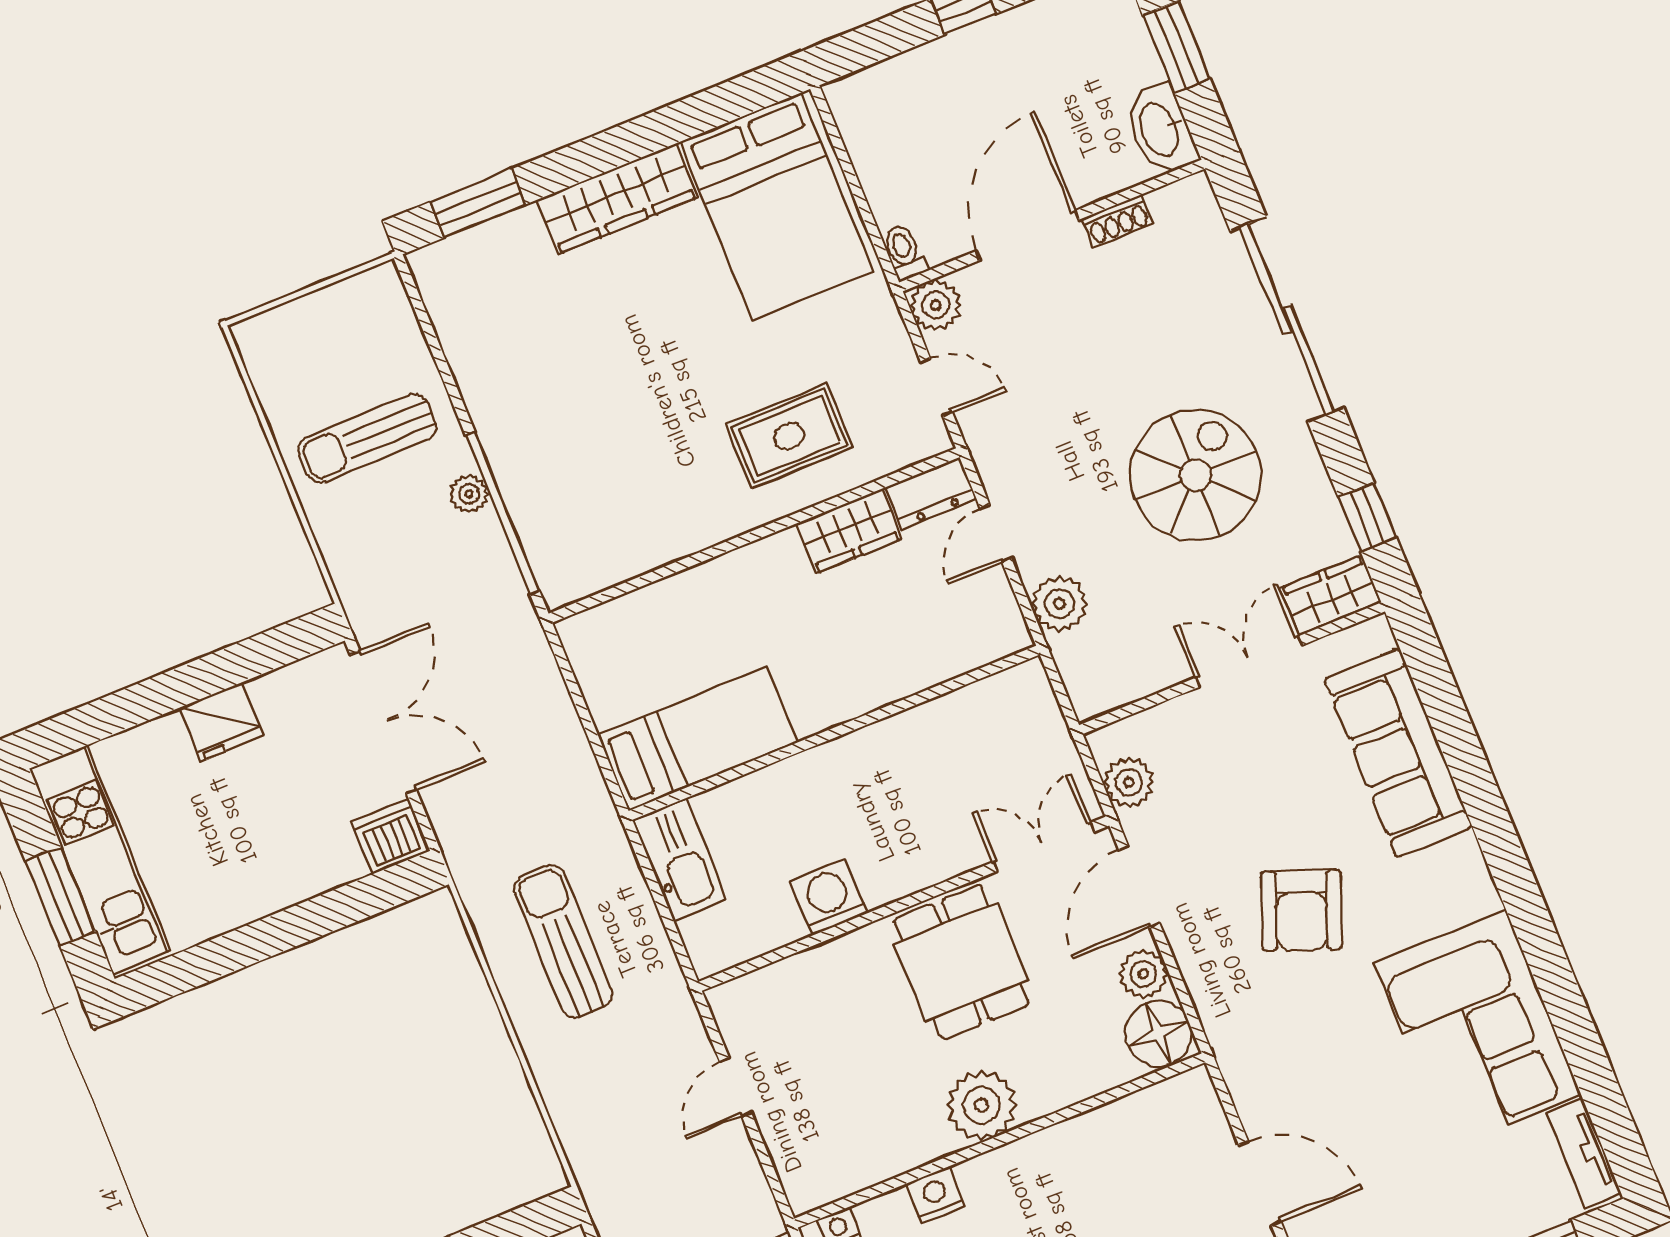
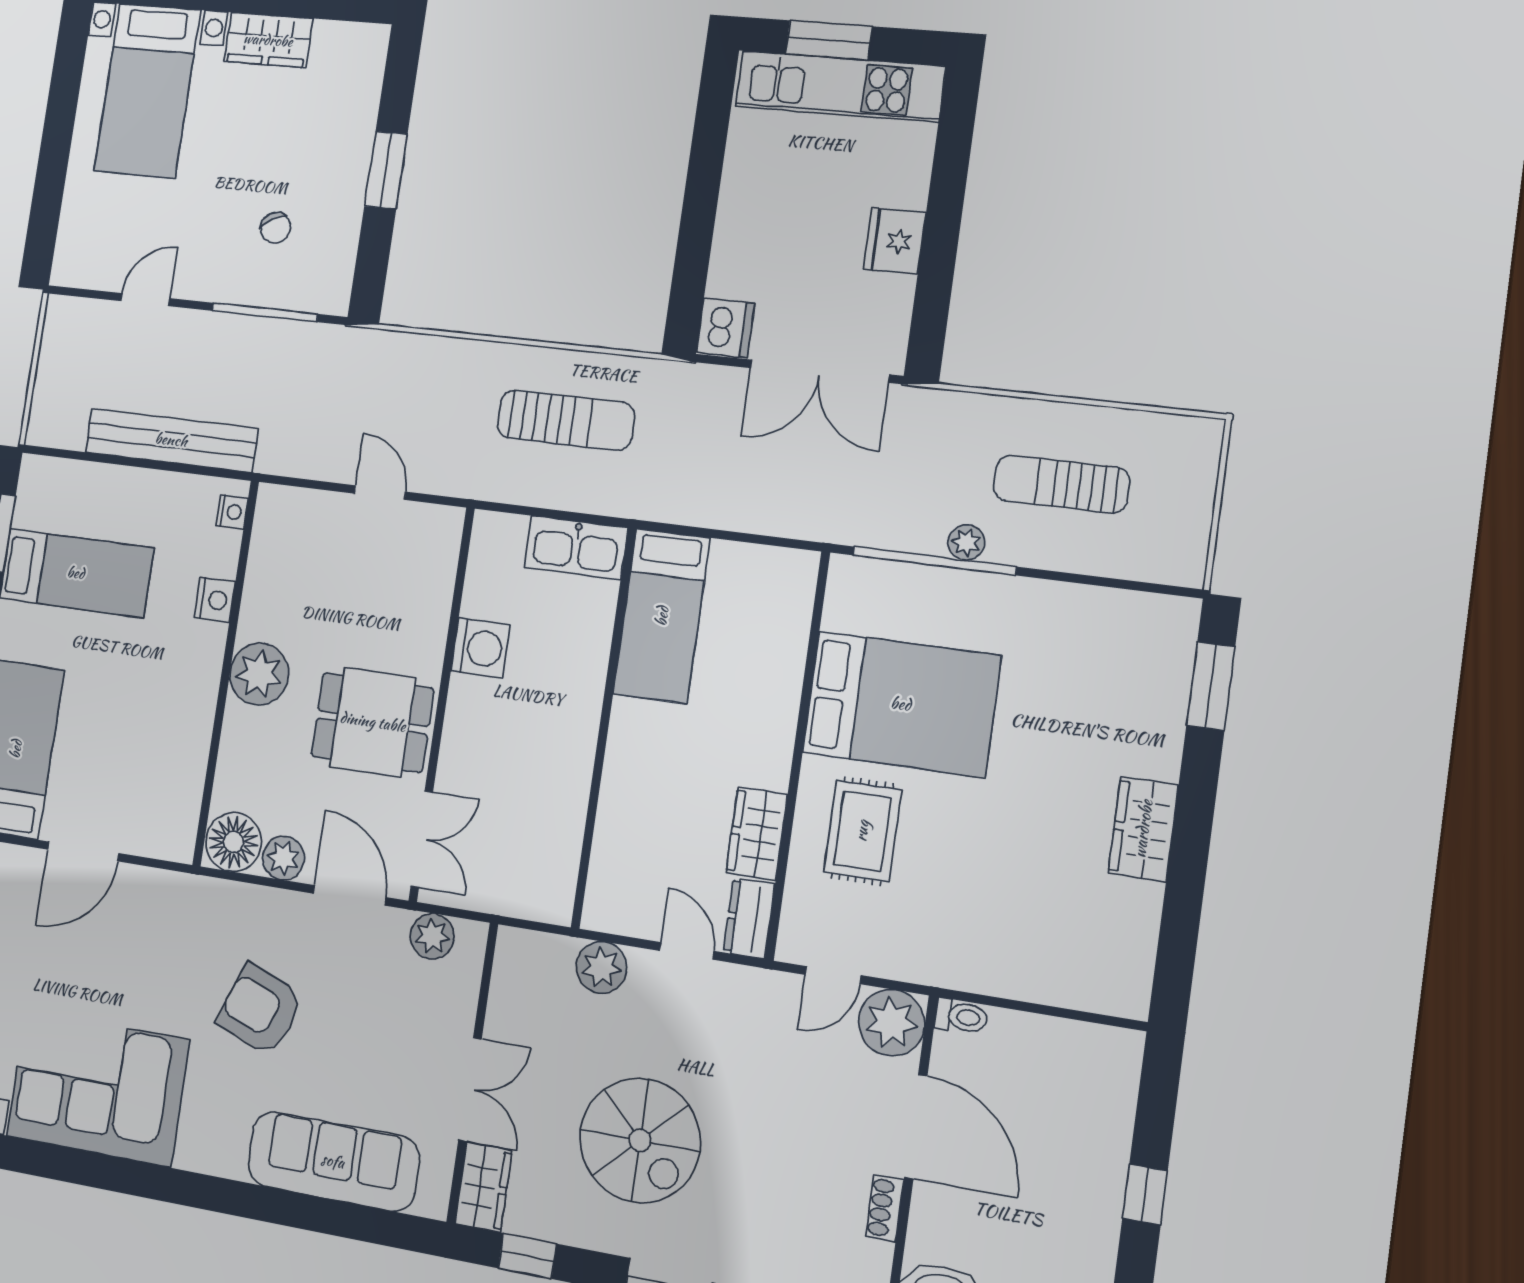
wardrobe: (617, 199) -> (1143, 829), width x0.67
bed: (777, 207) -> (901, 704), moved, turned 180
plant: (936, 305) -> (891, 1023), width x1.36, depth x1.36
sun lounger: (367, 438) -> (1061, 484), turned -90

